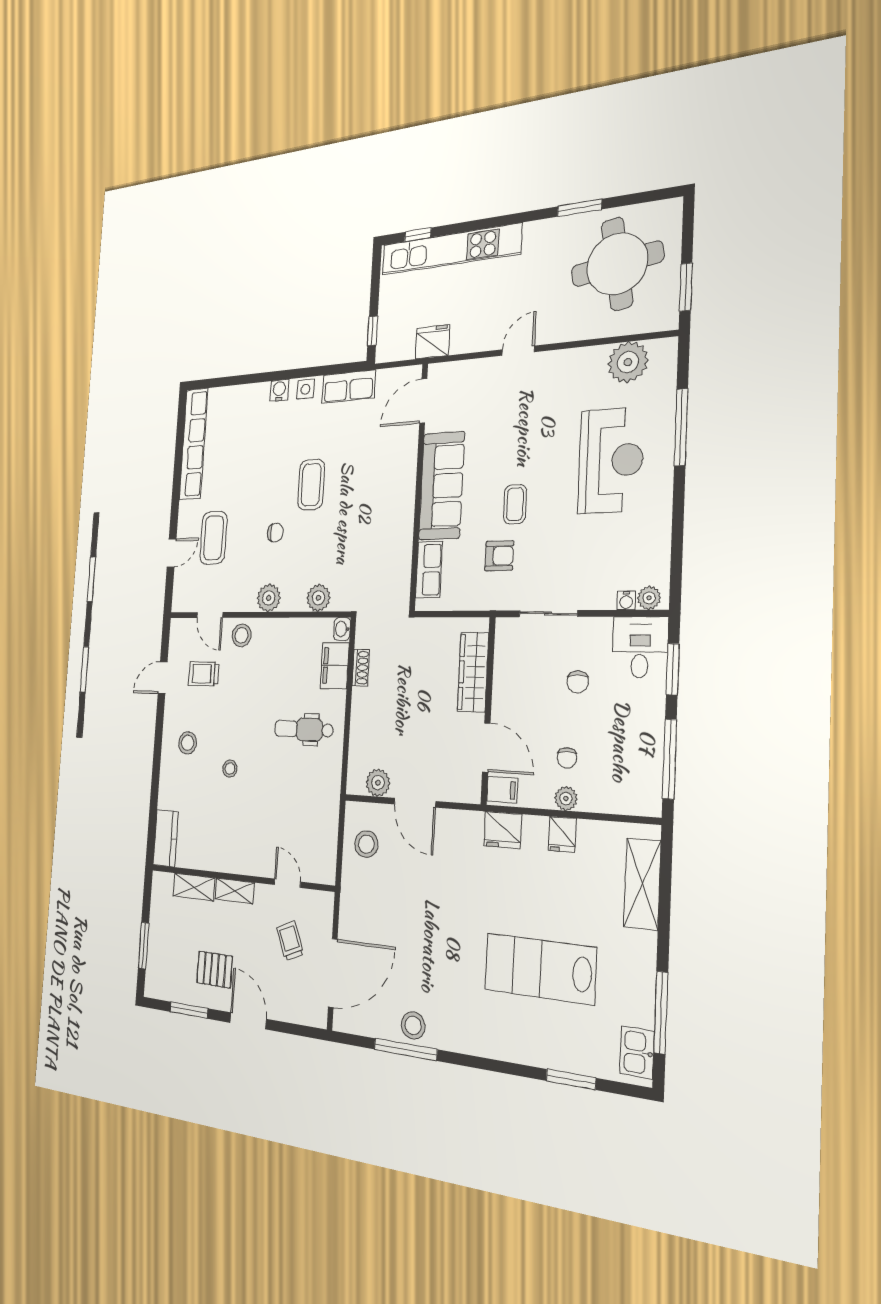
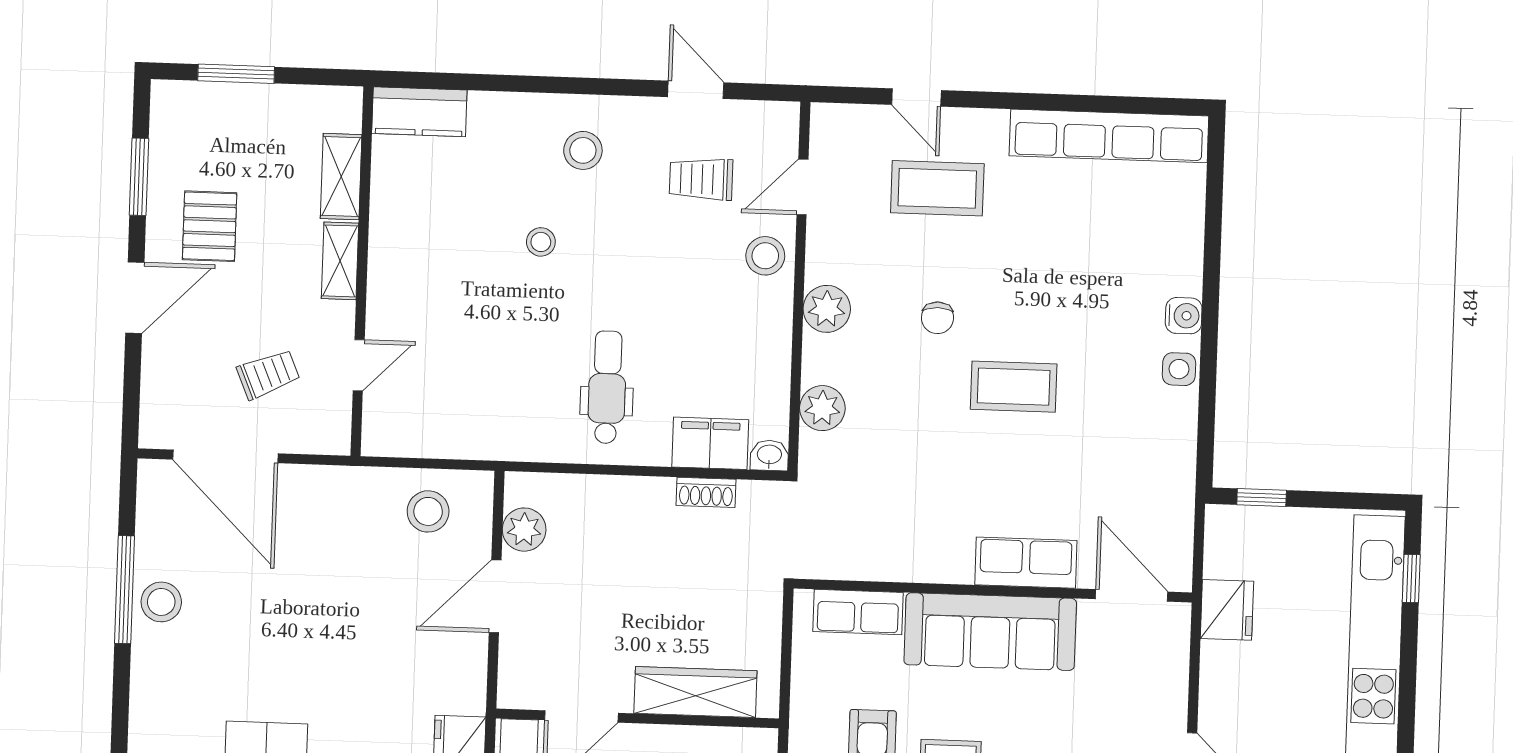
row of seats: (349, 387) -> (1026, 563), moved, turned 90
trolley: (204, 674) -> (701, 179), turned -90

